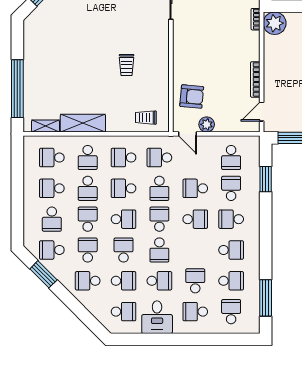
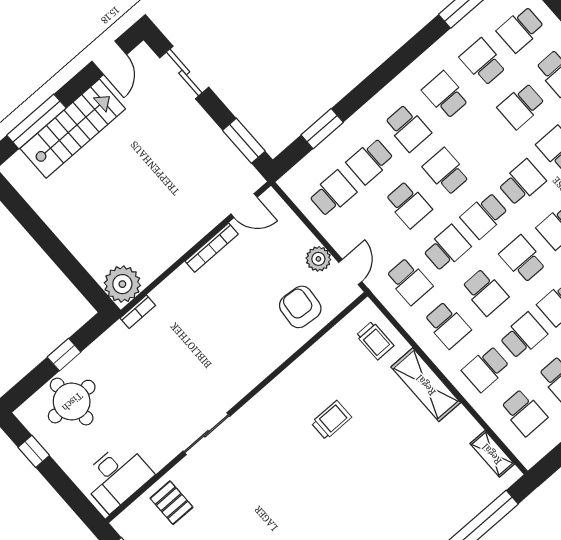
shelving: (83, 123) -> (426, 385), moved
school desk: (88, 158) -> (486, 369), turned 180

